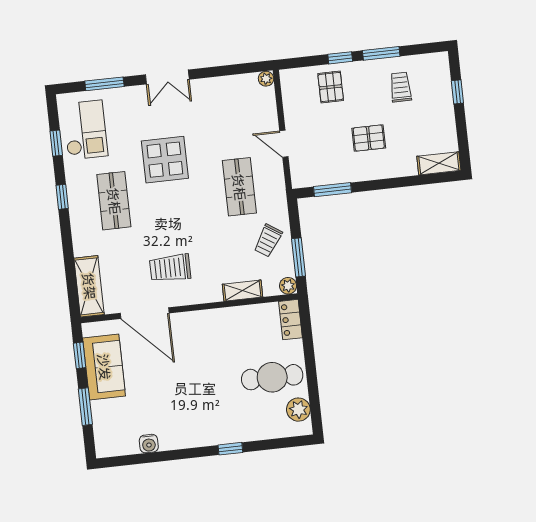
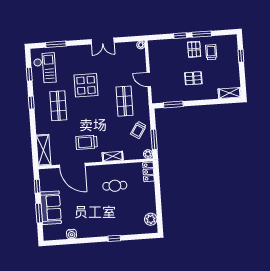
double door: (167, 77) -> (103, 41), moved
pallet: (331, 87) -> (194, 49), moved
shelving: (243, 291) -> (113, 156), moved
sofa: (104, 367) -> (51, 208), moved
cafe table: (272, 377) -> (115, 186), moved, width x0.73, depth x0.74

